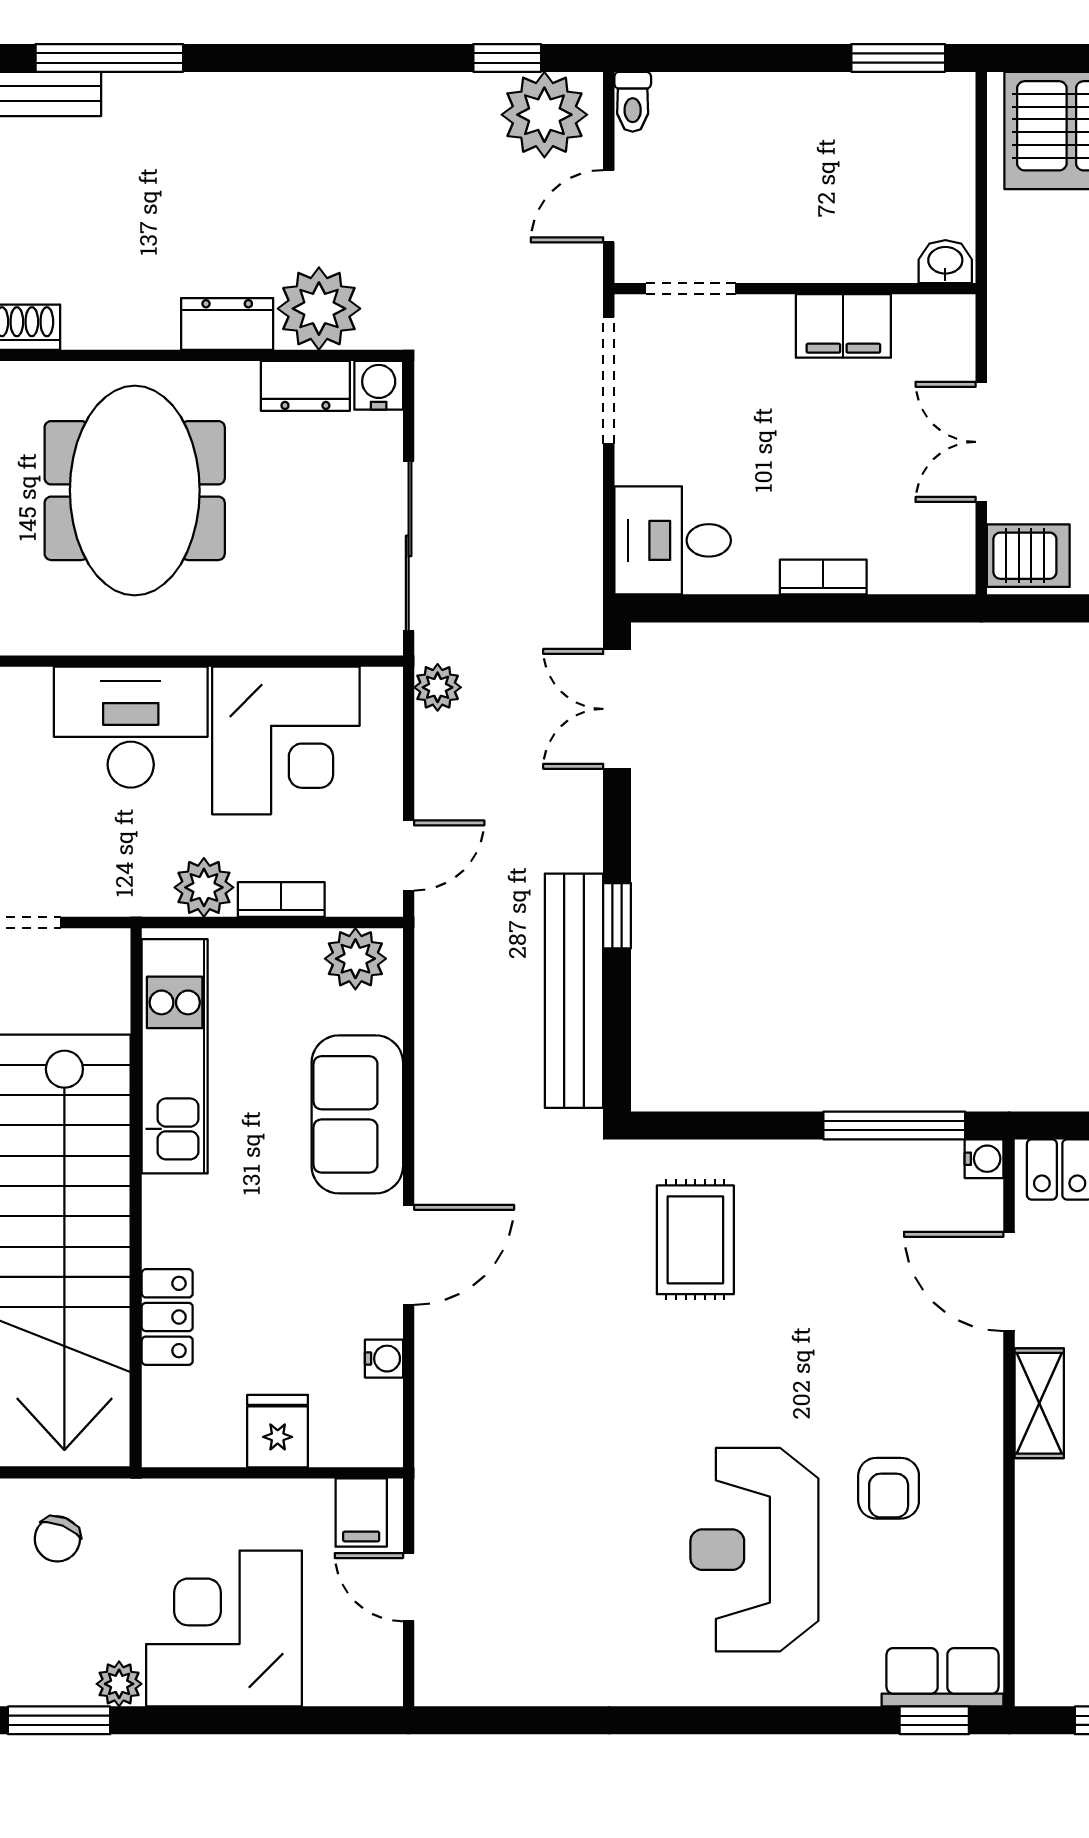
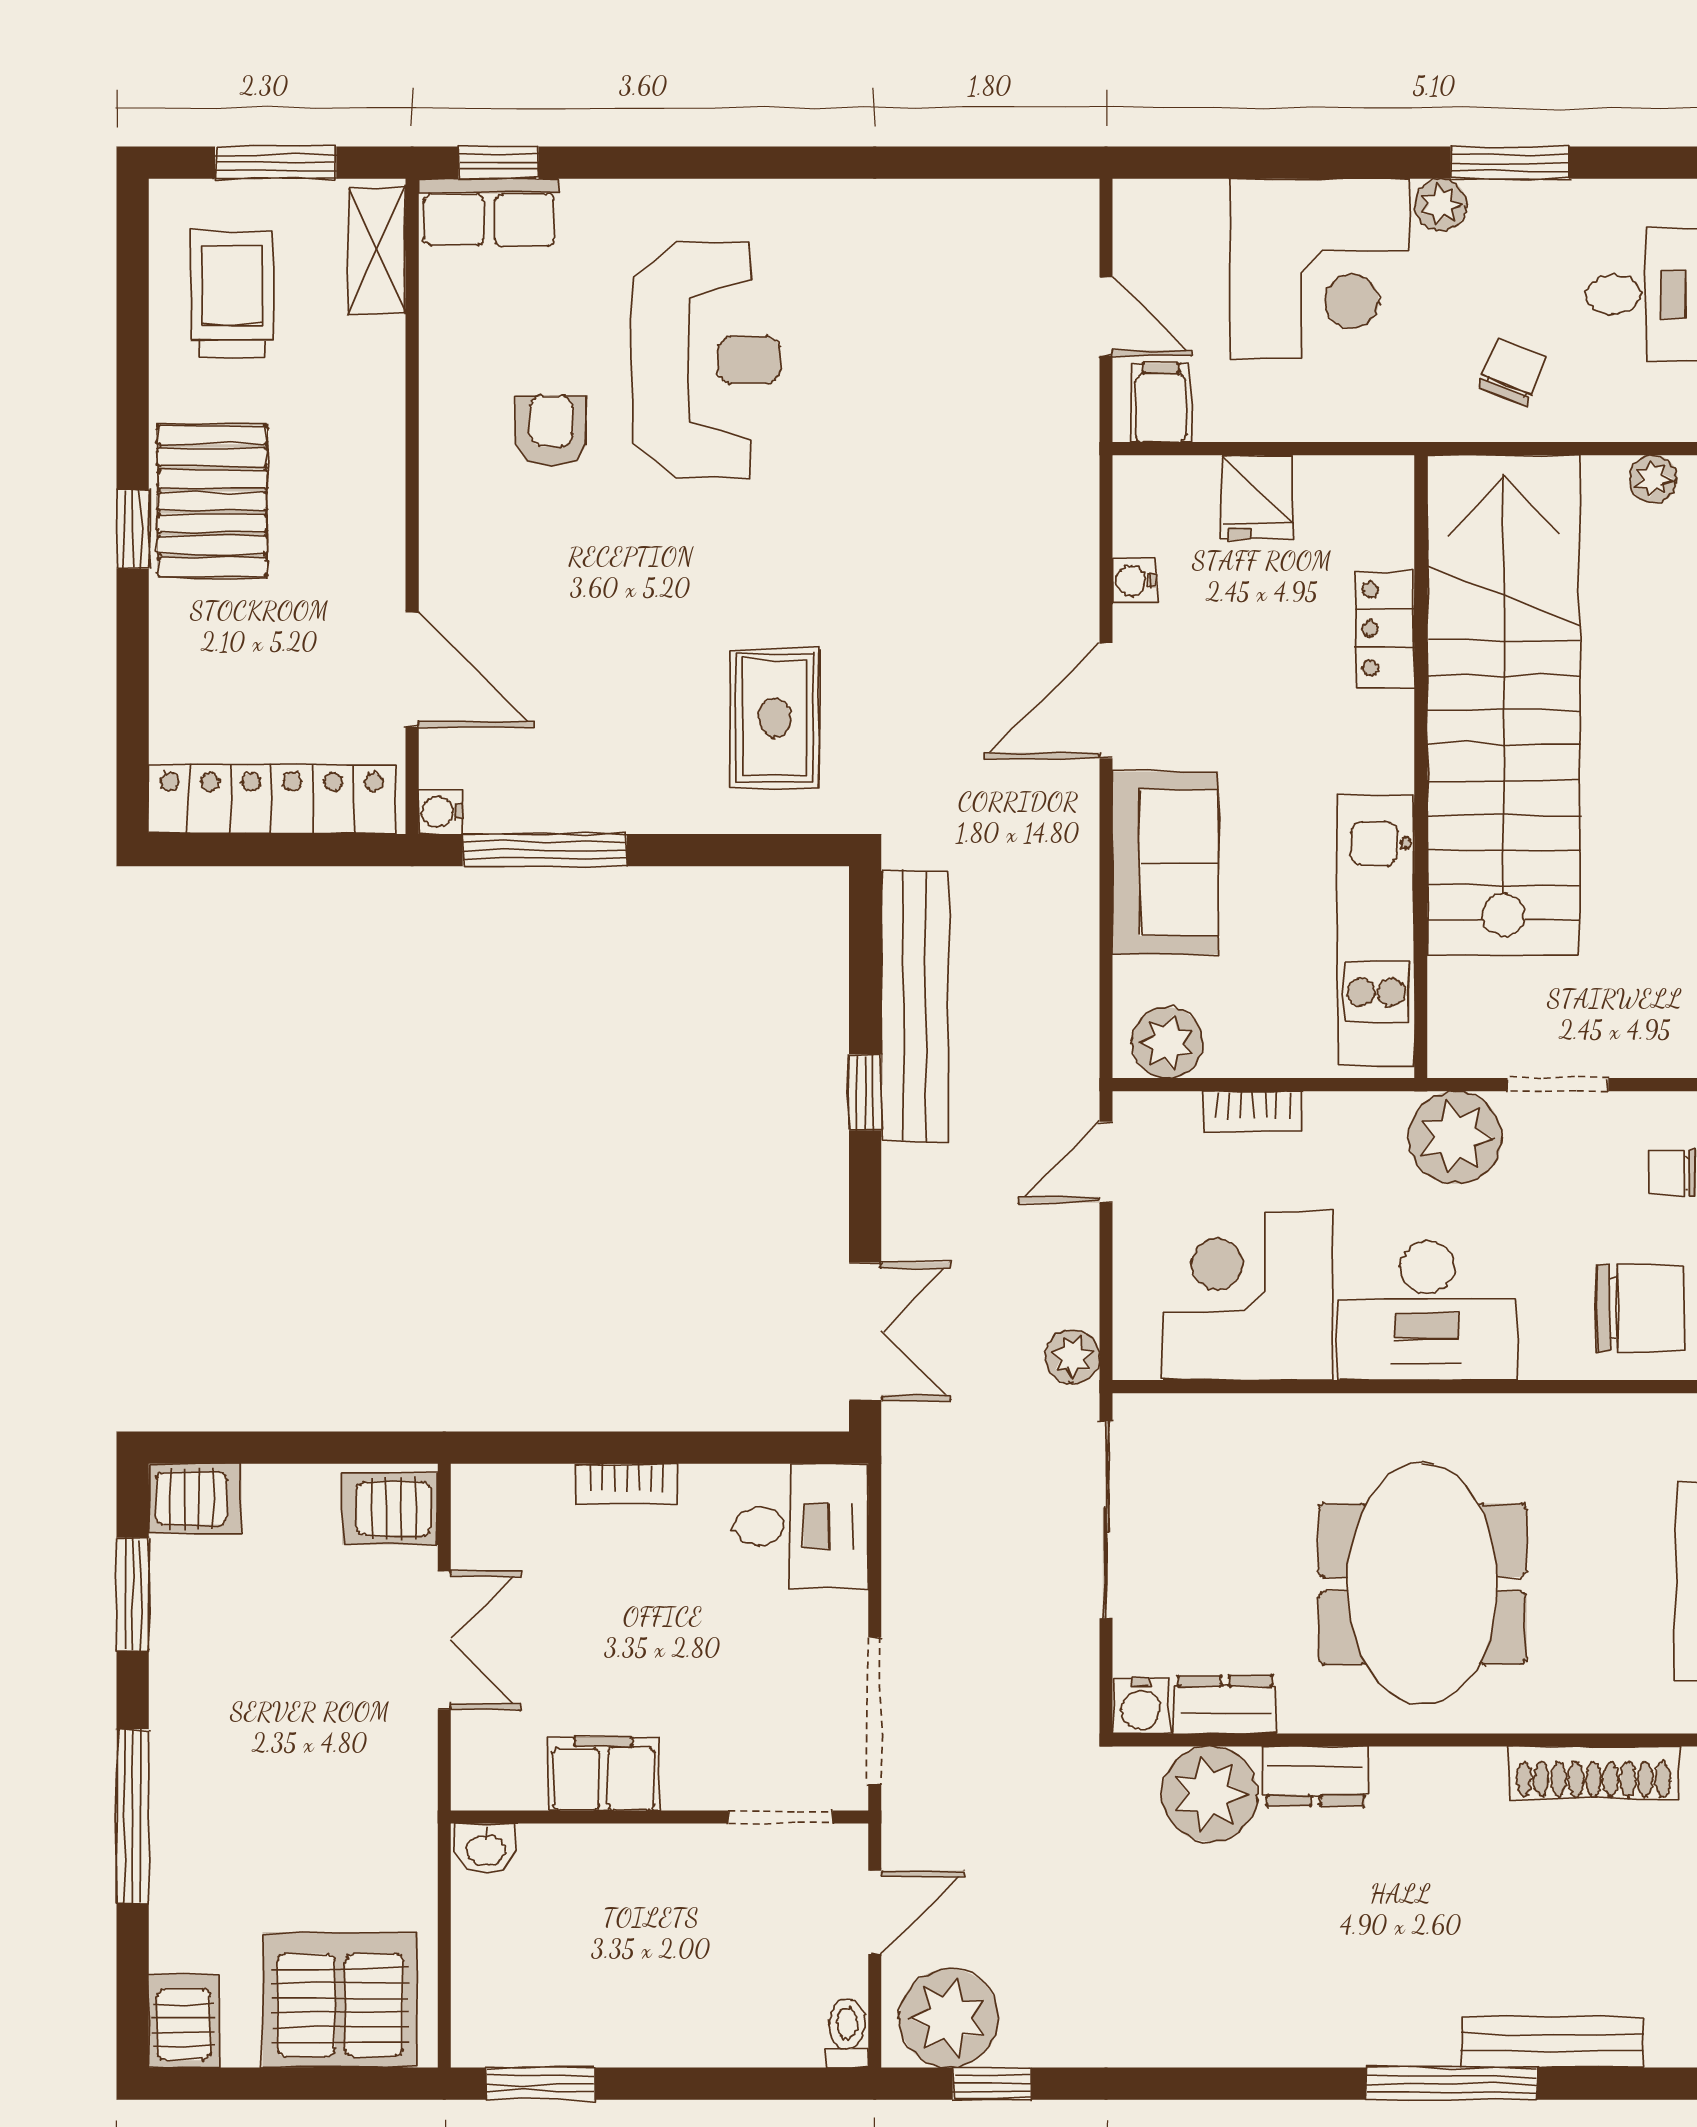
plant: (204, 887) -> (1455, 1137), moved, width x1.36, depth x1.36
shelving: (1039, 1403) -> (377, 251), moved

